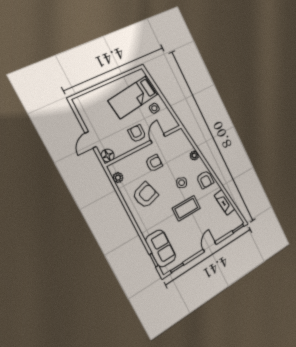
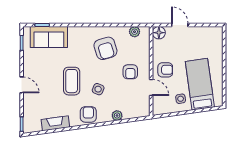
armchair: (205, 180) -> (88, 114), turned 90

